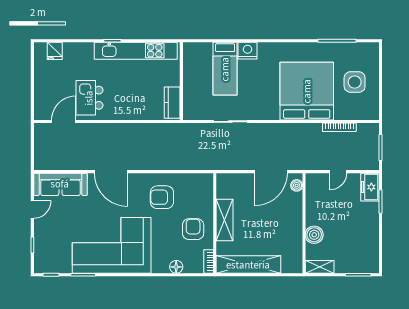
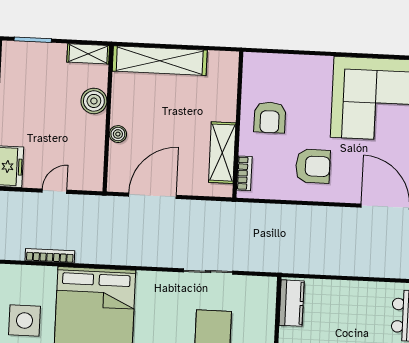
boiler: (297, 185) -> (118, 134), moved
shelving: (225, 220) -> (222, 153), moved
bookcase: (209, 261) -> (244, 173), moved
shelving: (248, 265) -> (160, 61), moved
floor lamp: (176, 267) -> (297, 64), removed

